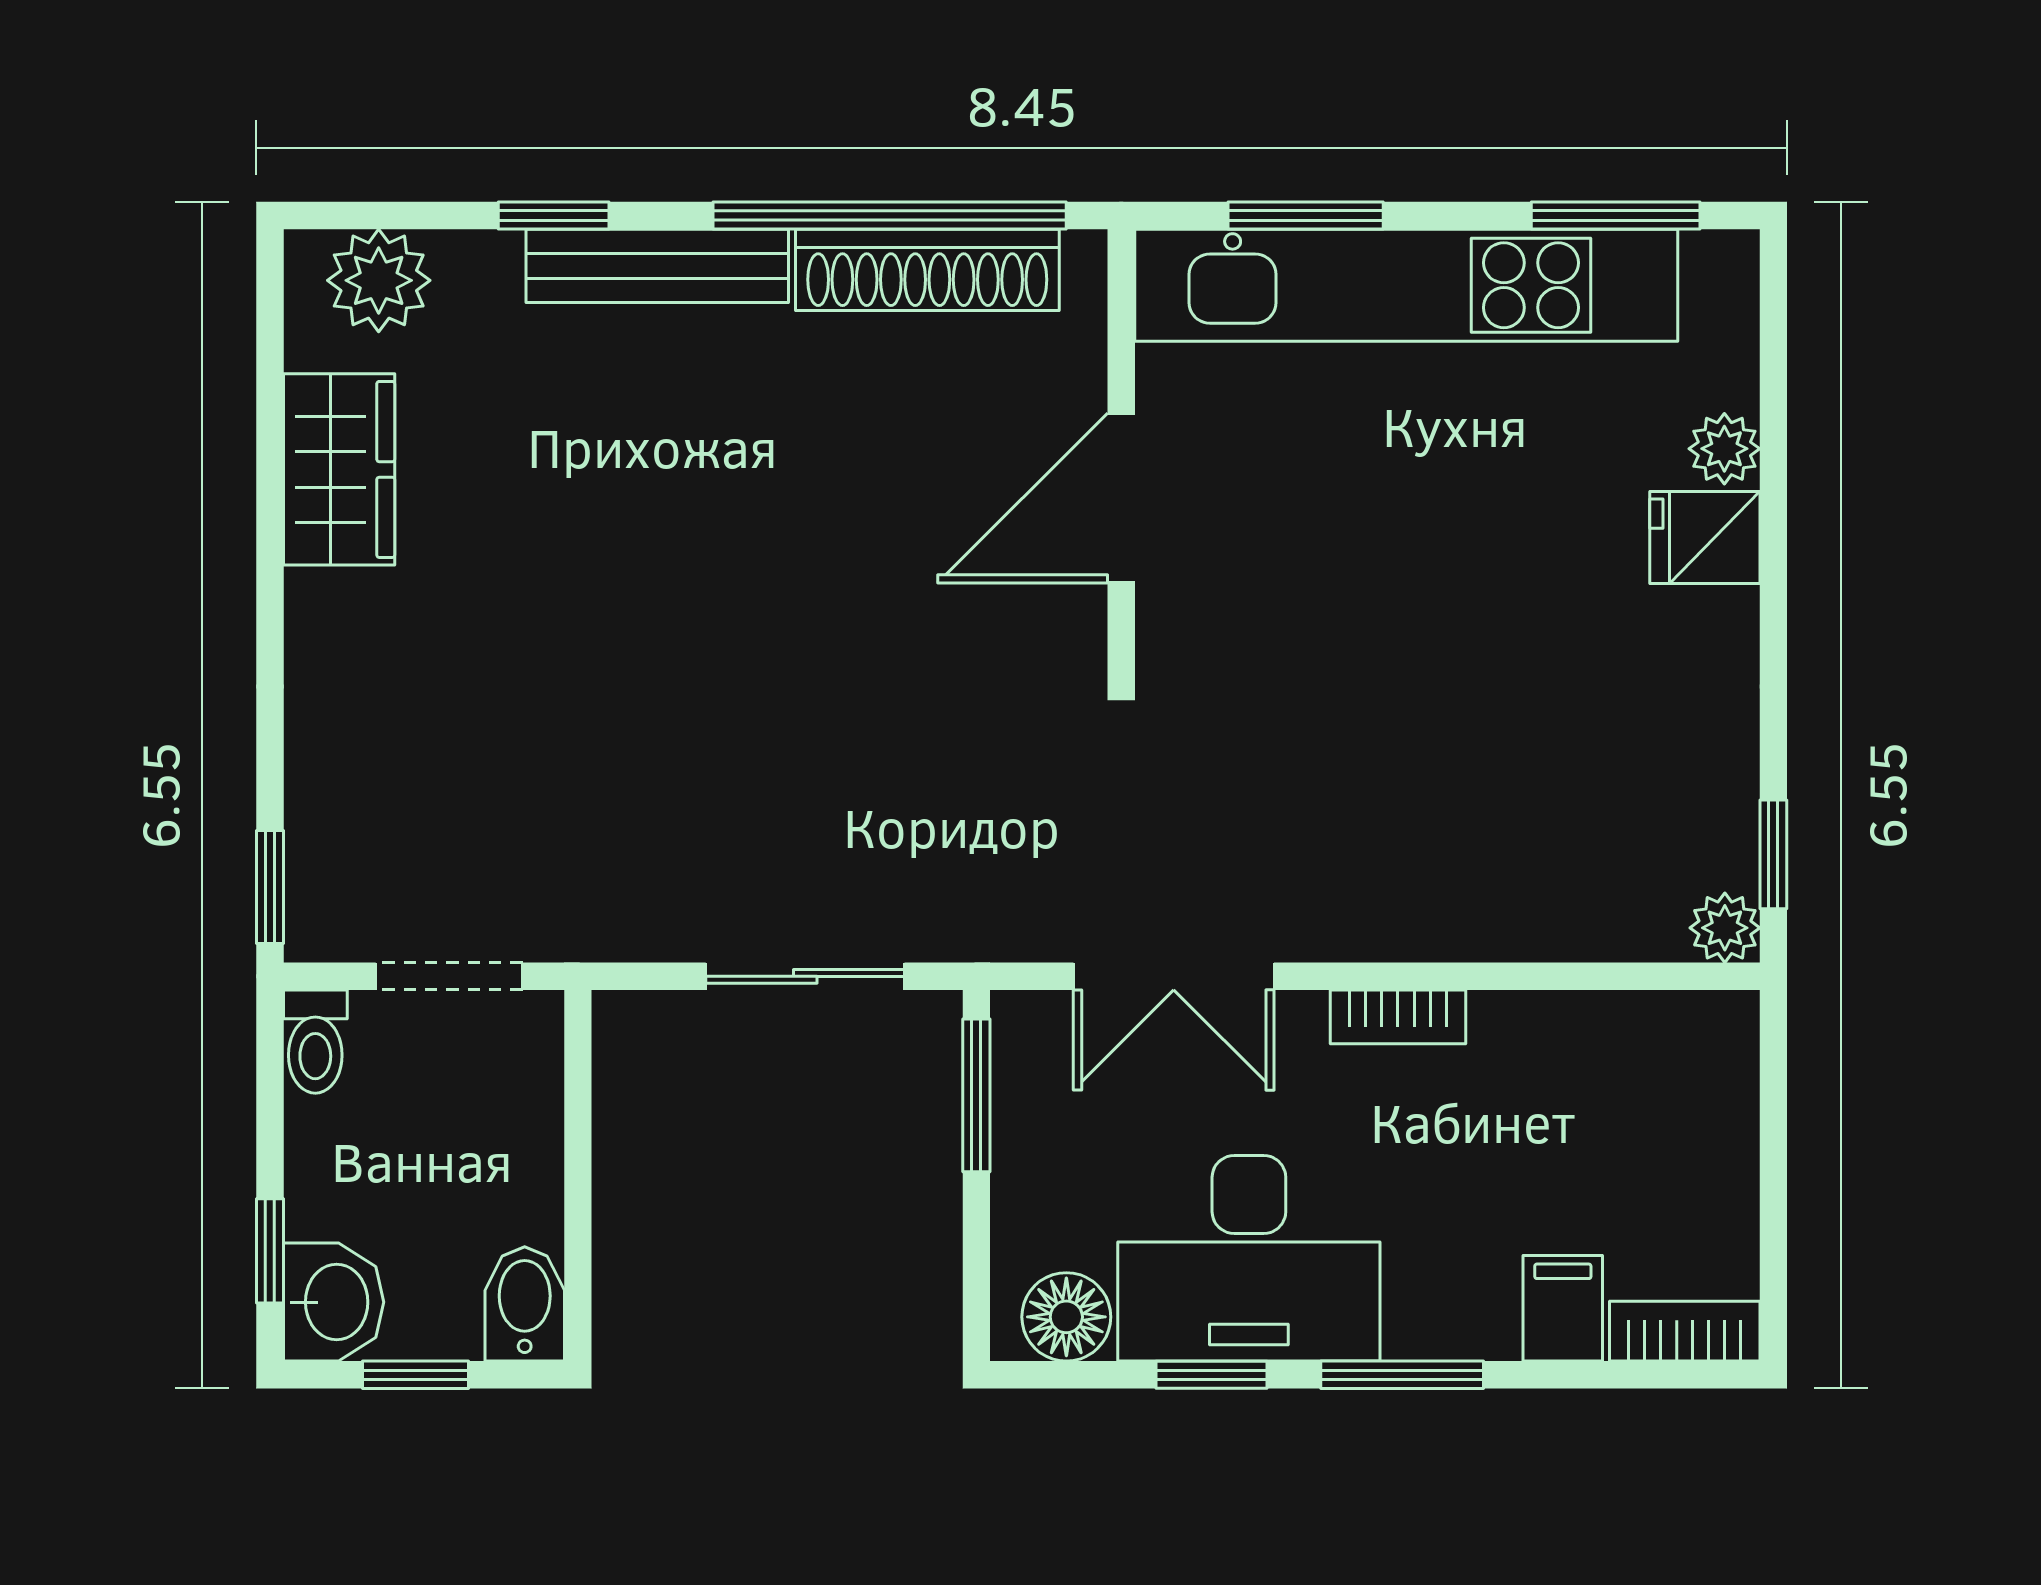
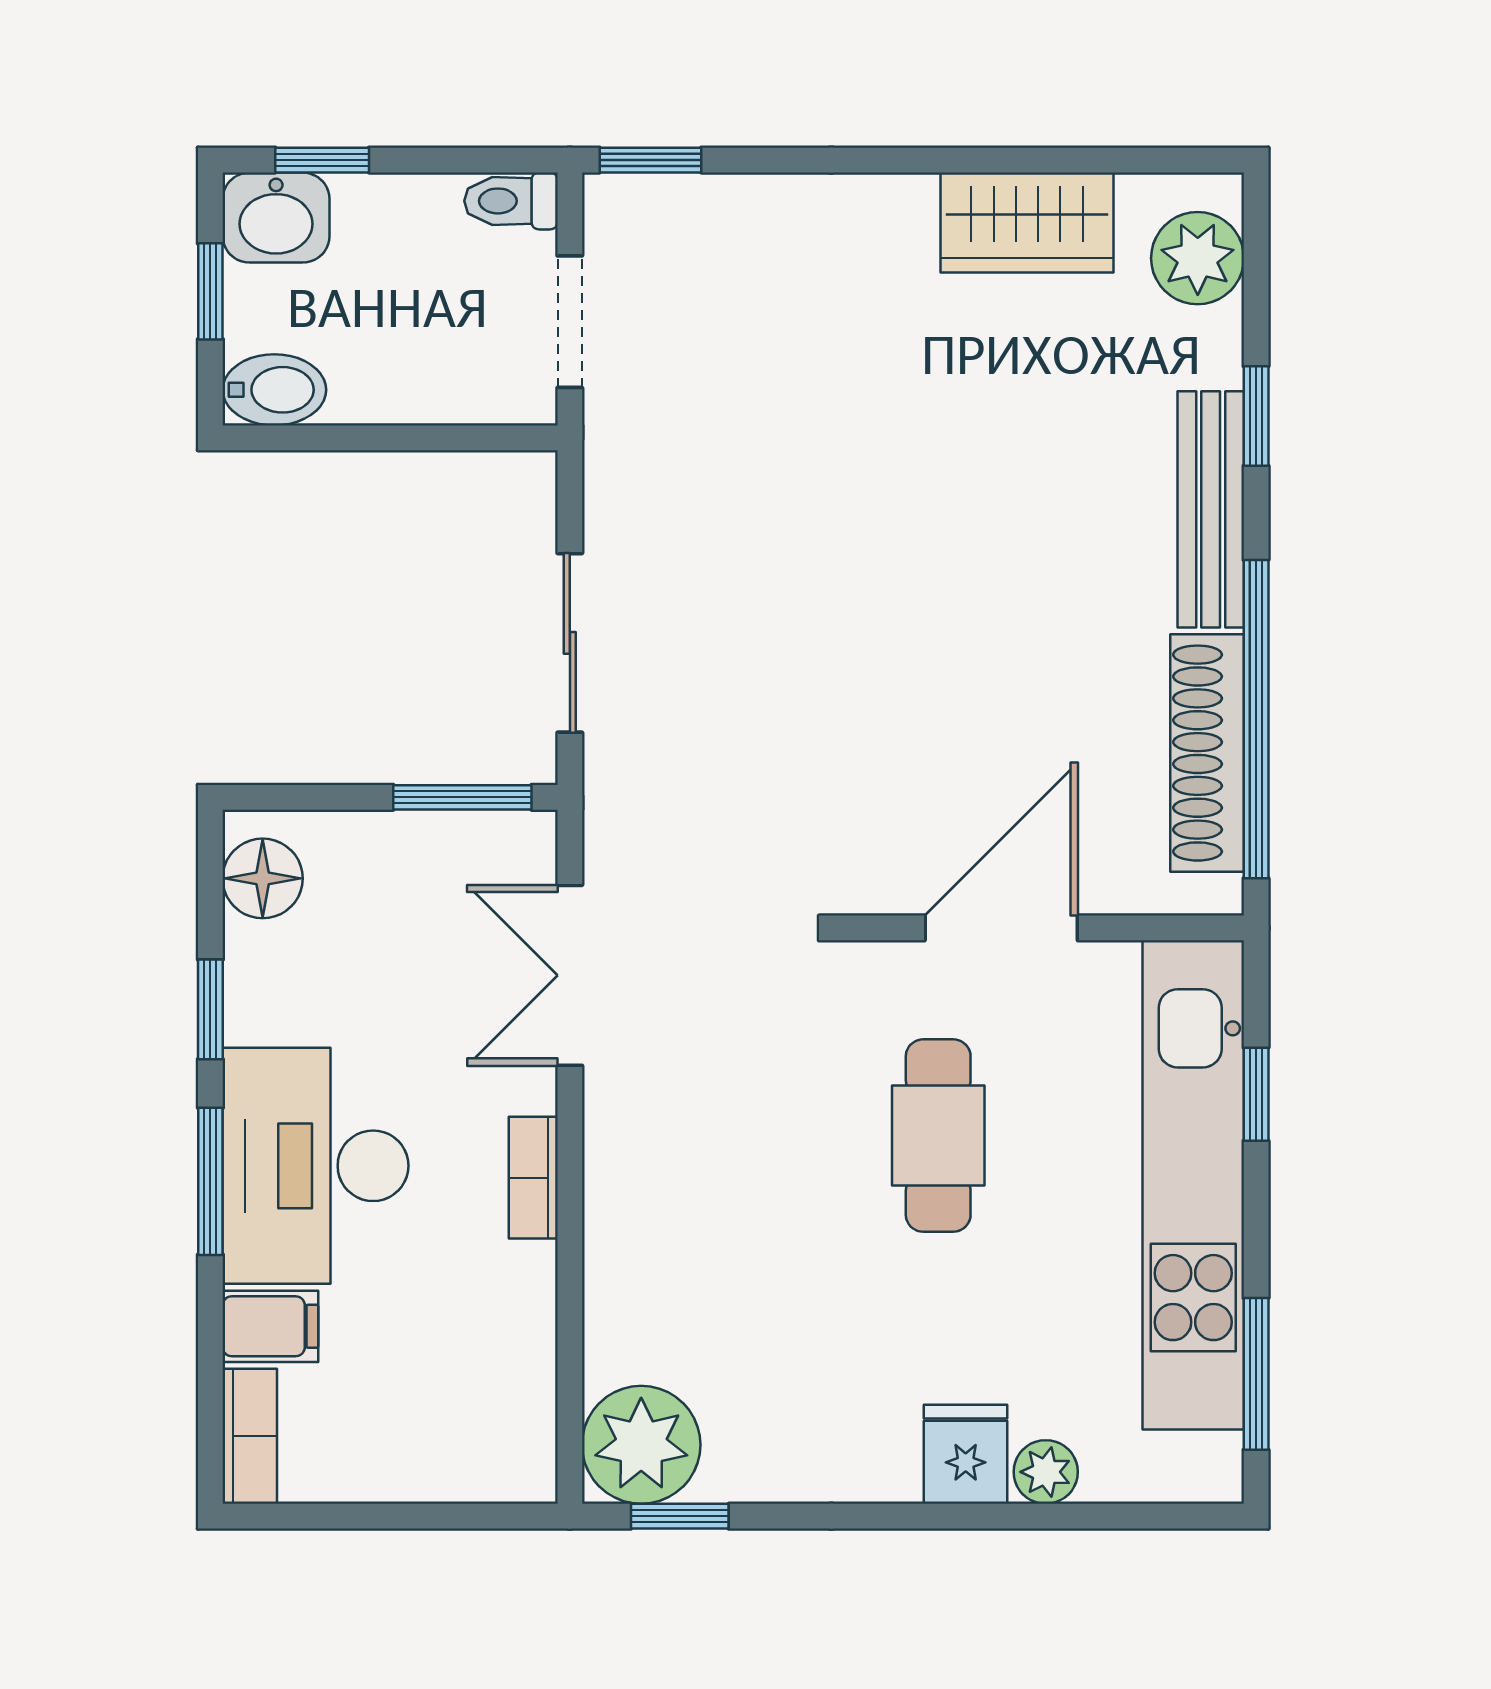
window: (1306, 216) -> (1256, 1094), width x0.67
door: (1121, 498) -> (1001, 928), hinge flipped
cafe table: (1351, 568) -> (938, 1136), added
plant: (1725, 928) -> (641, 1445), width x1.87, depth x1.87
desk: (1249, 1258) -> (315, 1166), moved

